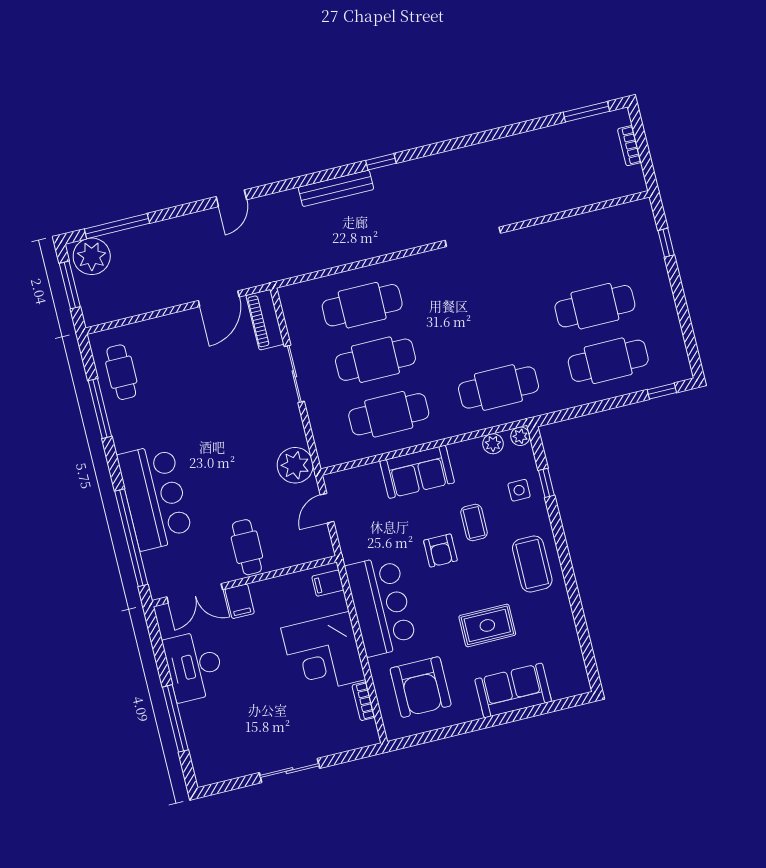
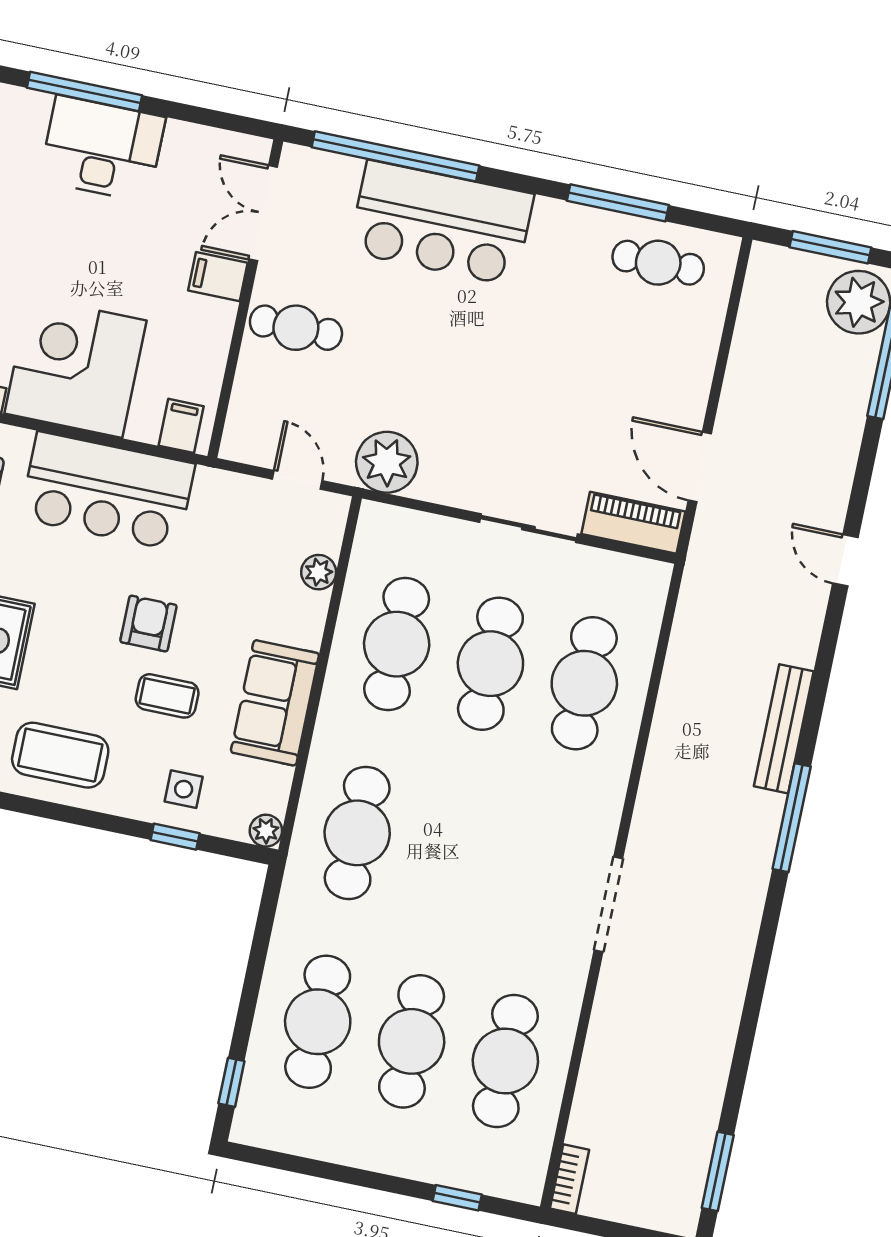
bookcase: (629, 146) -> (569, 1179), moved, turned 90
window: (381, 162) -> (792, 818), width x2.17
cafe table: (582, 252) -> (505, 1061), added
plant: (493, 444) -> (319, 572), moved
sofa: (417, 472) -> (275, 703), moved
armchair: (440, 551) -> (148, 624), turned 90
desk: (194, 666) -> (102, 149), moved

